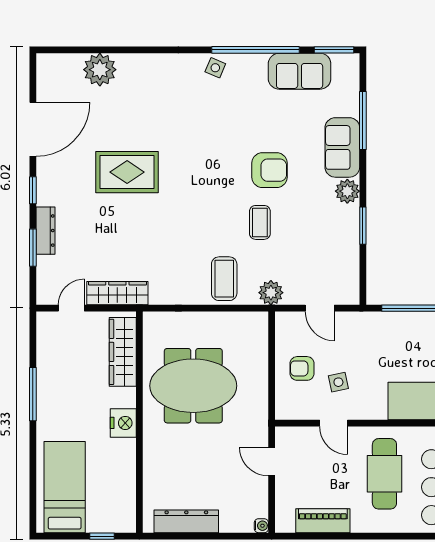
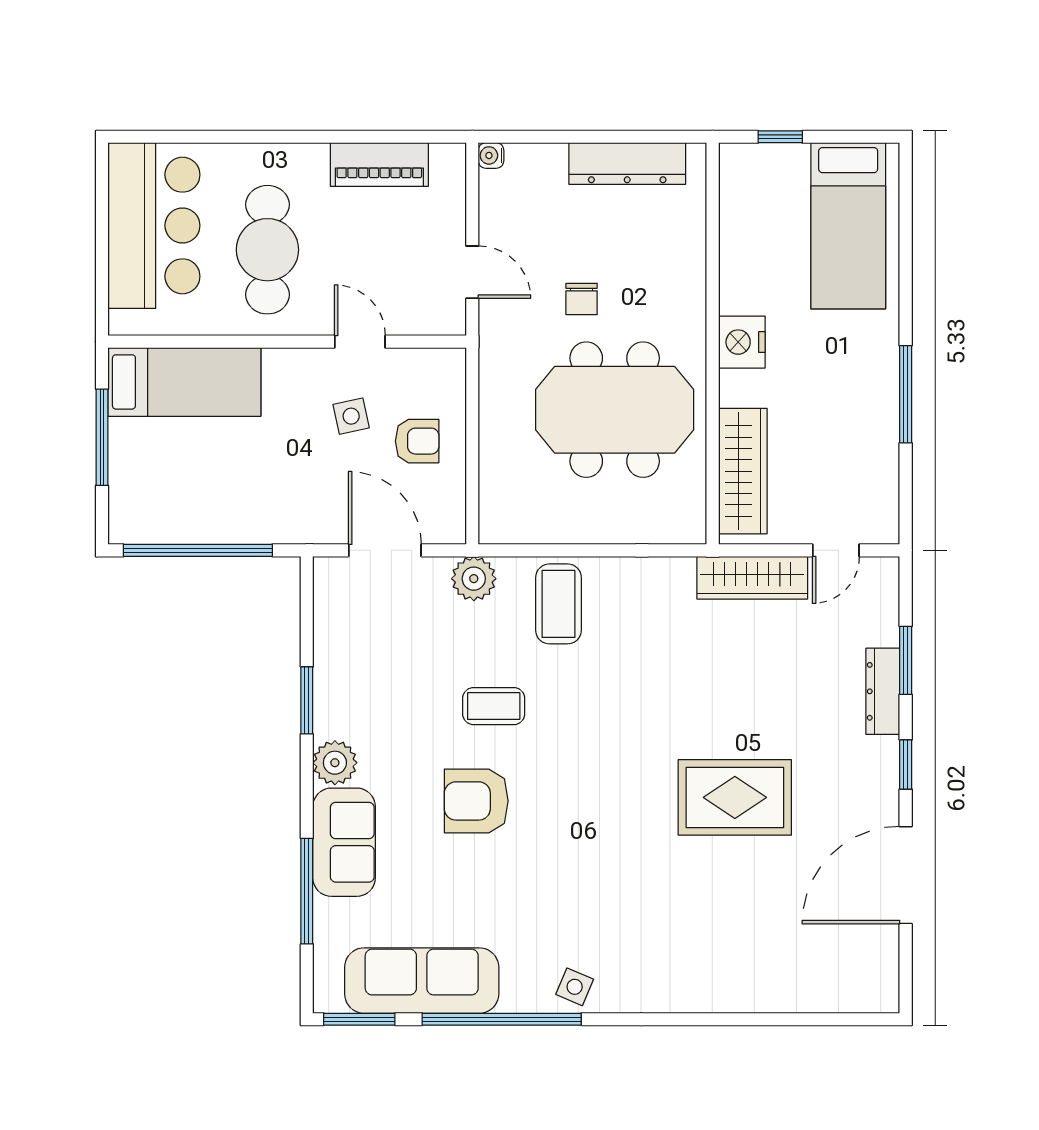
plant: (100, 70) -> (784, 983), removed
sofa: (300, 71) -> (422, 981), width x1.36
coffee table: (260, 222) -> (494, 706), turned 90
door: (320, 308) -> (385, 550), width x1.38
chair: (211, 447) -> (582, 299), added

